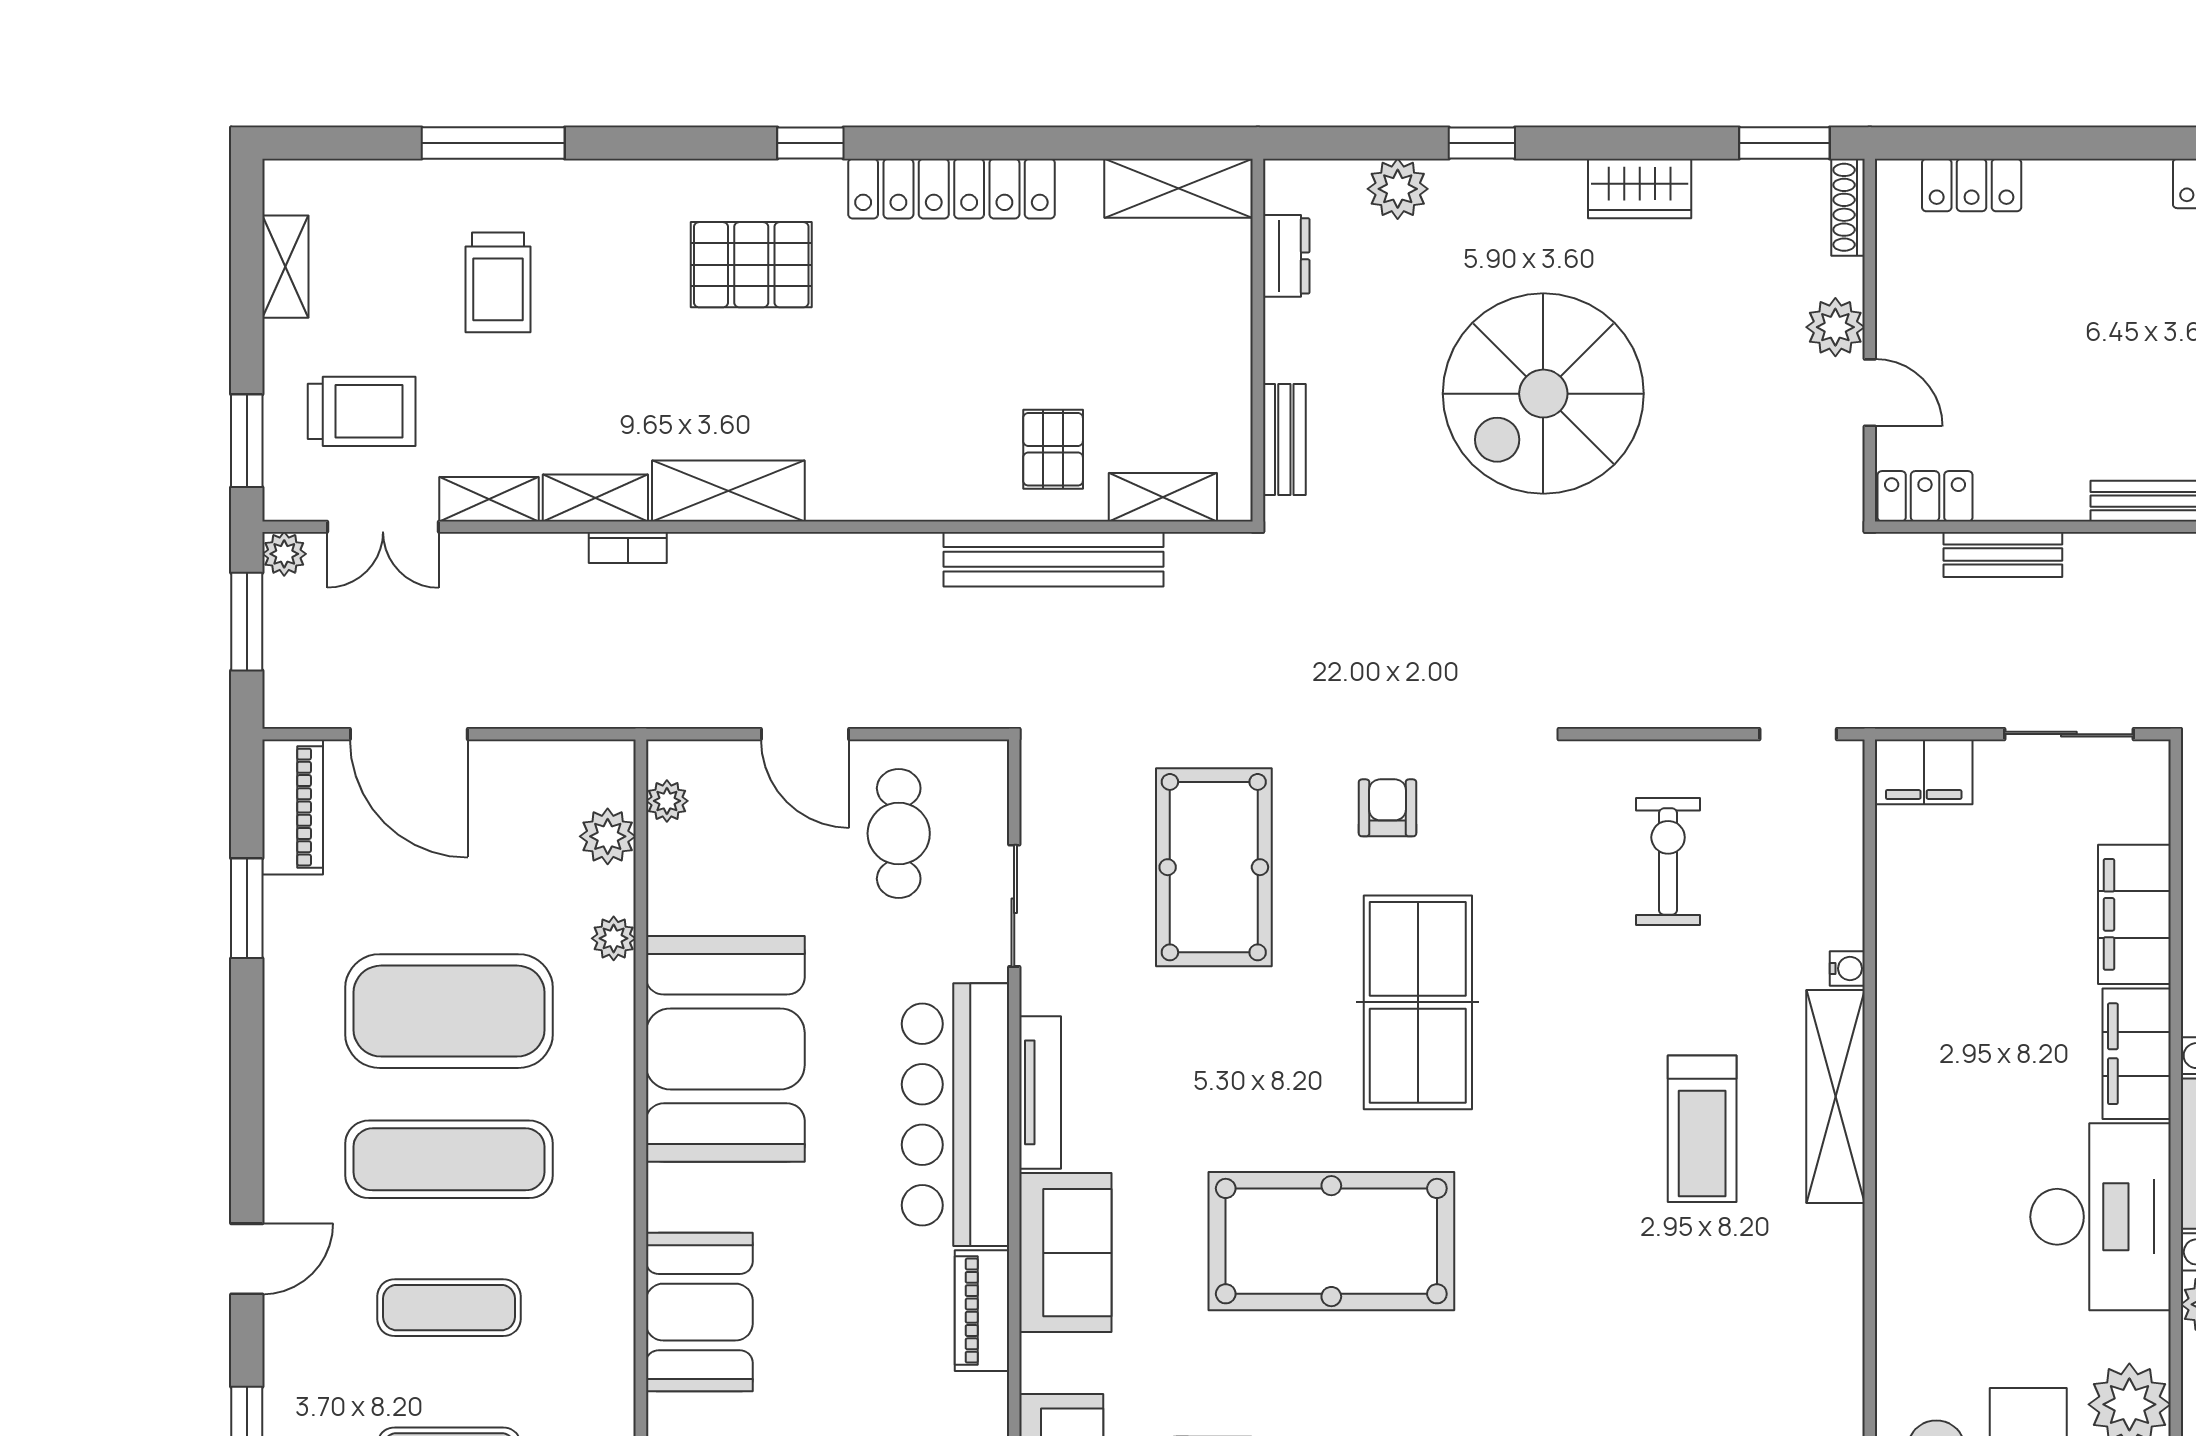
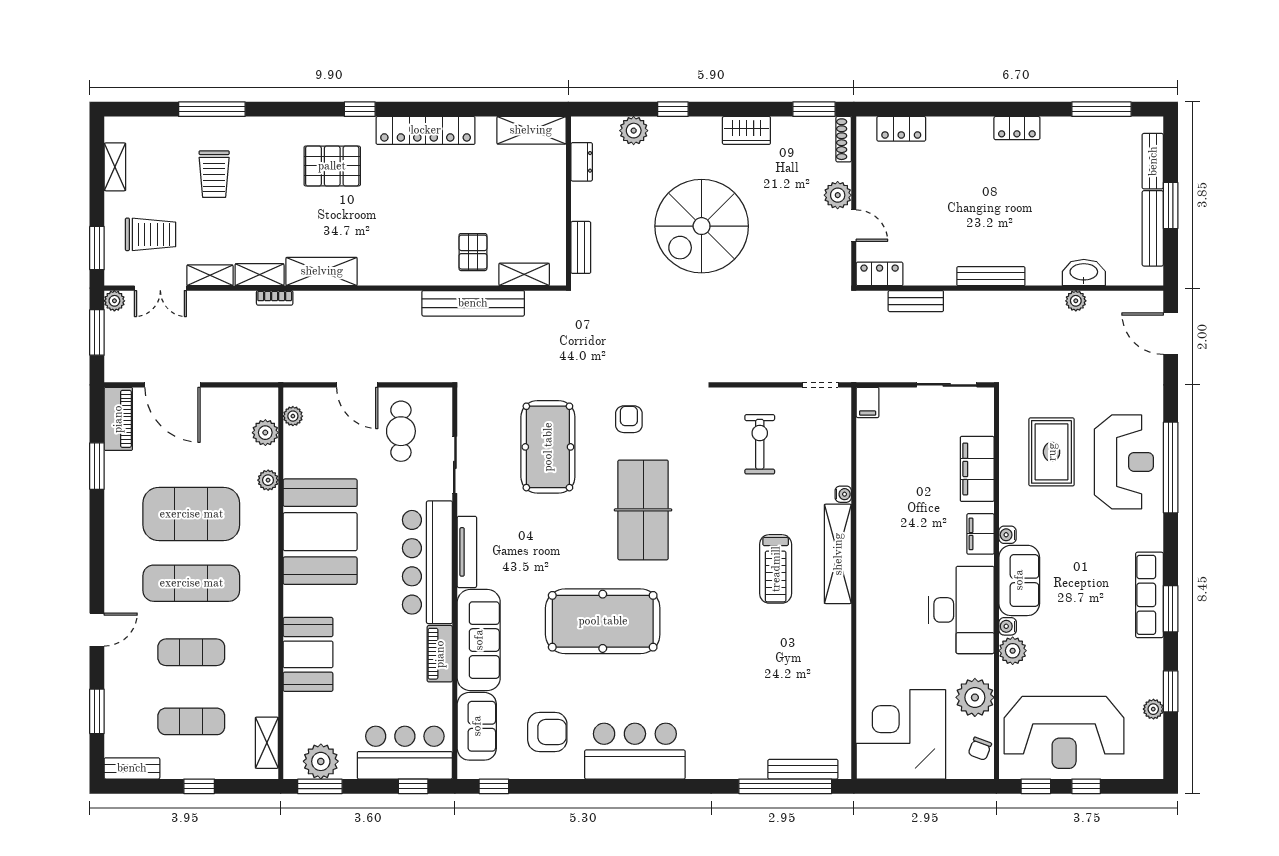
filing cabinet: (1924, 772) -> (868, 402), width x0.50
filing cabinet: (2137, 1054) -> (980, 534), width x0.67, depth x0.86
sofa: (1065, 1253) -> (479, 640), width x1.36

